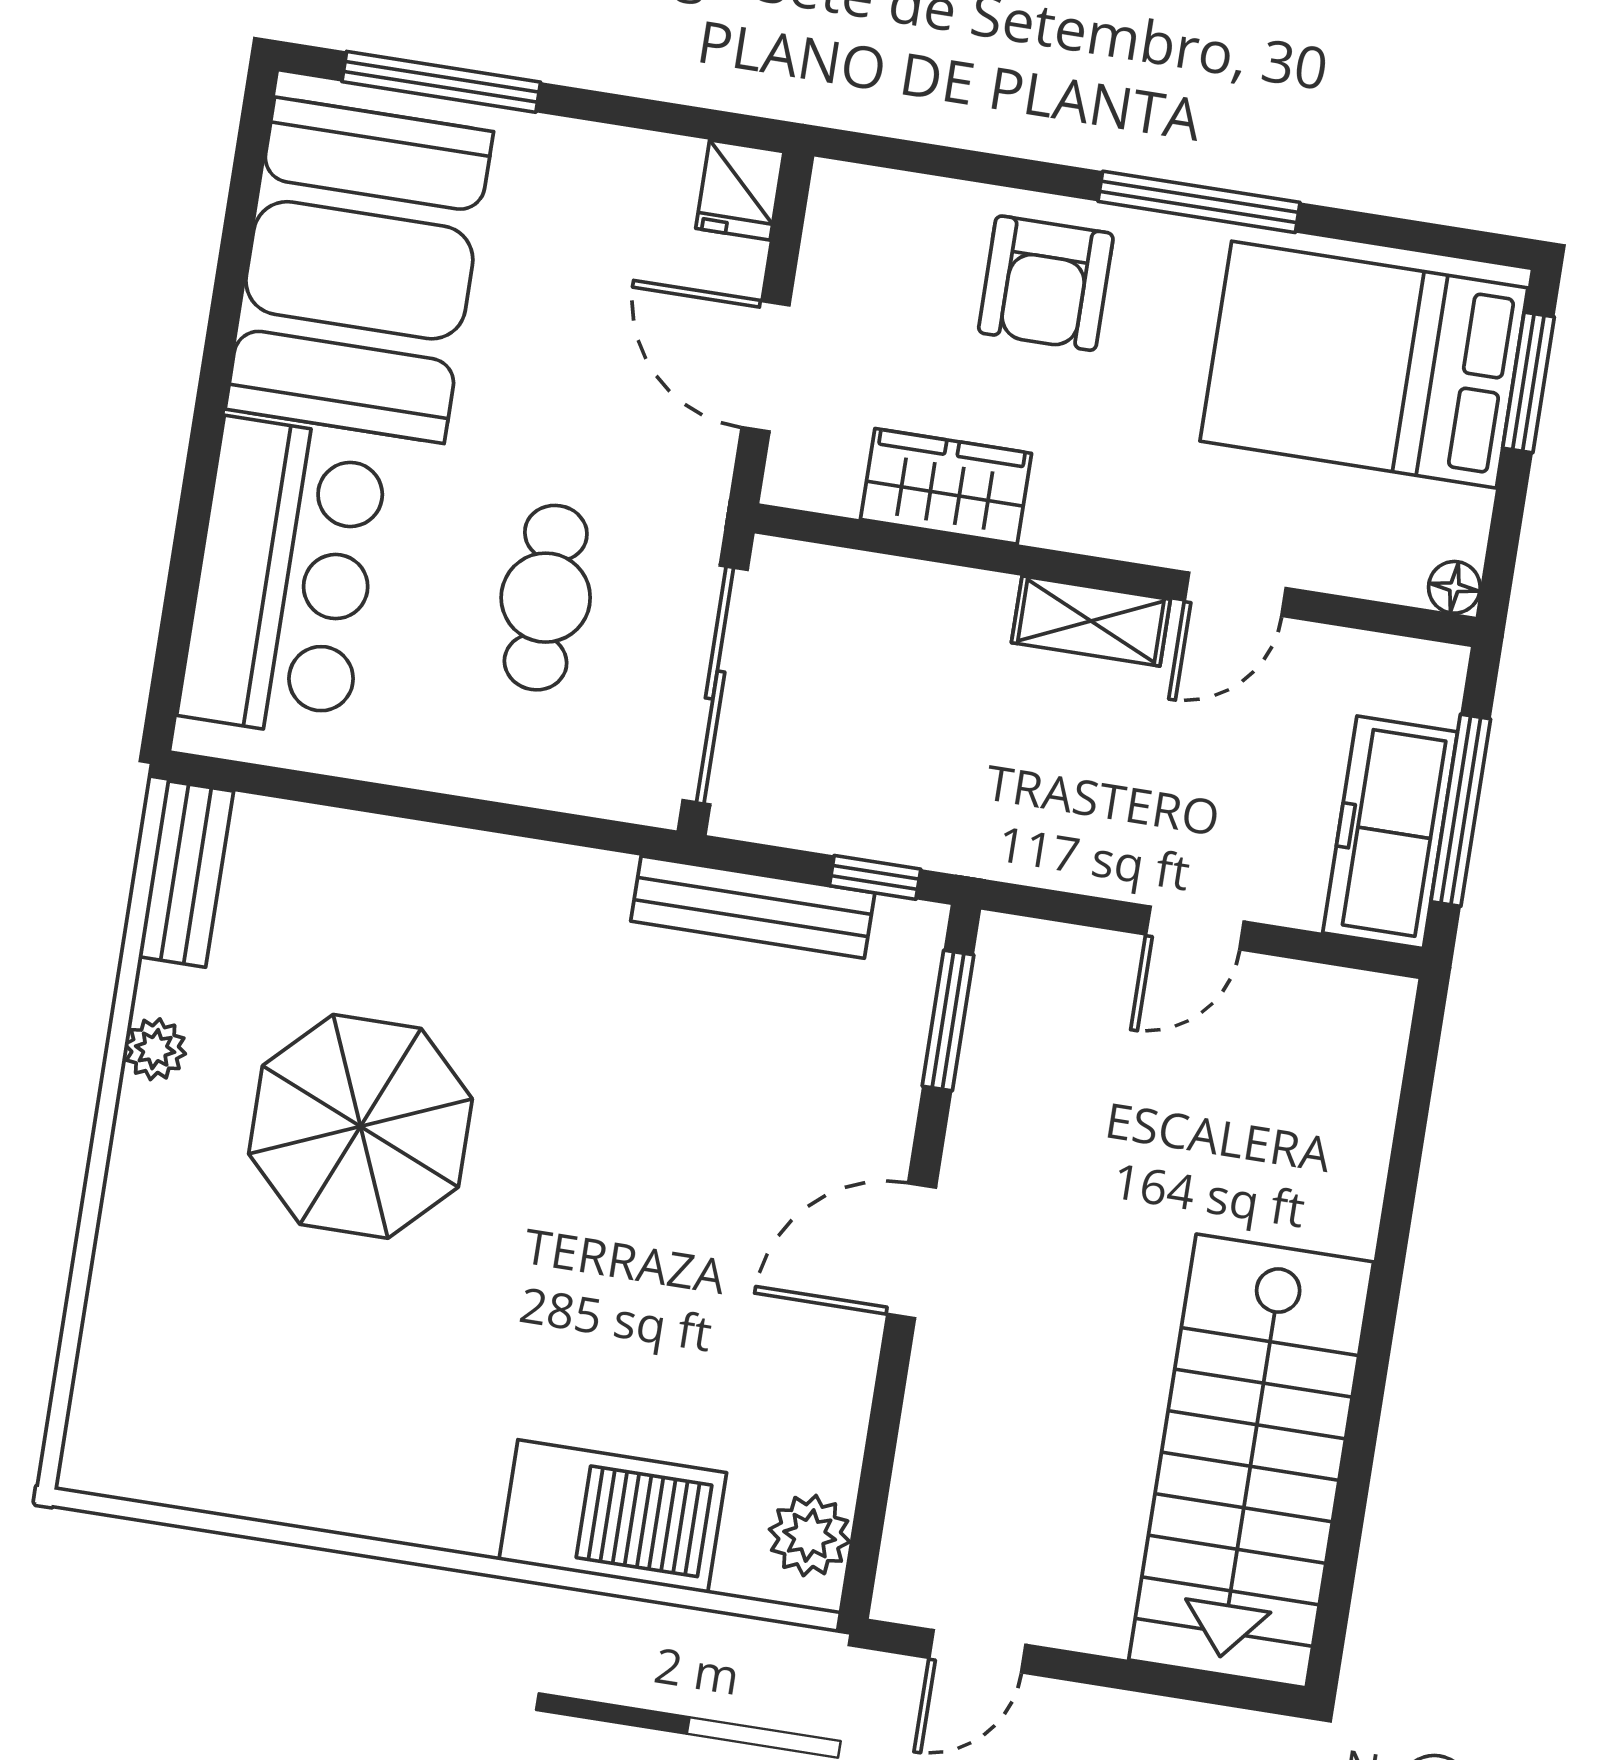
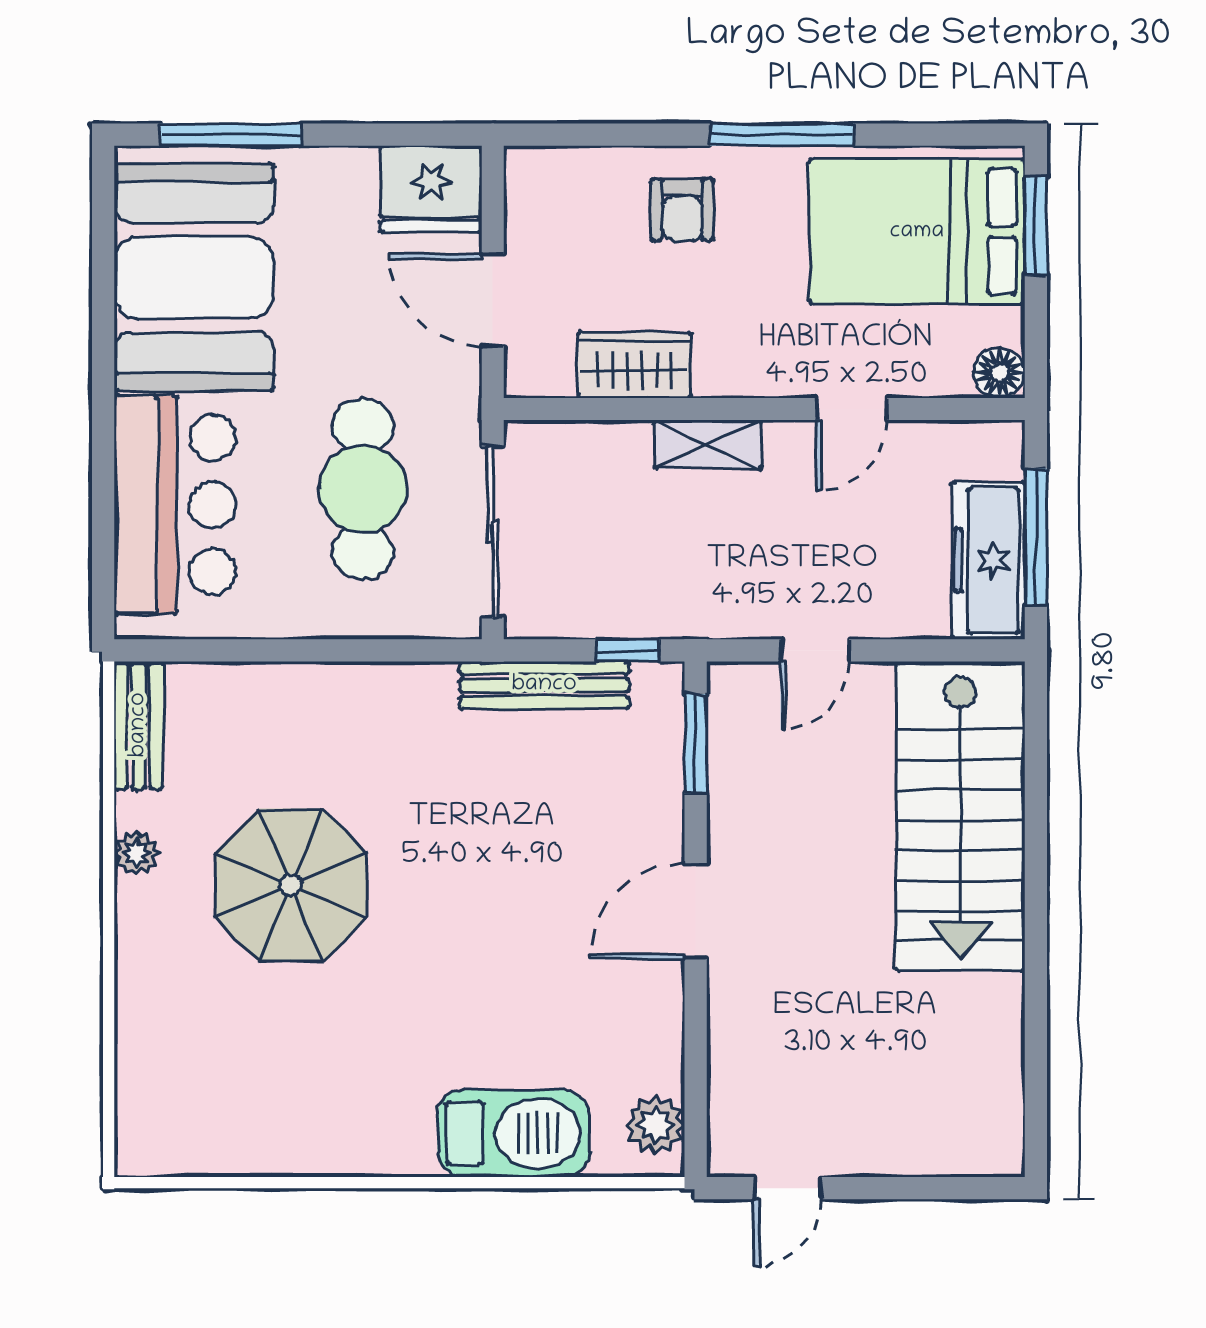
fridge: (740, 190) -> (431, 189), width x1.88, depth x1.34
armchair: (1046, 283) -> (682, 210), width x0.72, depth x0.72
floor lamp: (1454, 587) -> (999, 373), width x1.37, depth x1.37
cafe table: (546, 598) -> (363, 489), width x1.37, depth x1.35
shelving: (1091, 621) -> (708, 444), moved
door: (1195, 928) -> (815, 650), moved
stairs: (1251, 1461) -> (960, 816), moved

